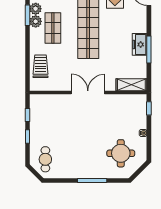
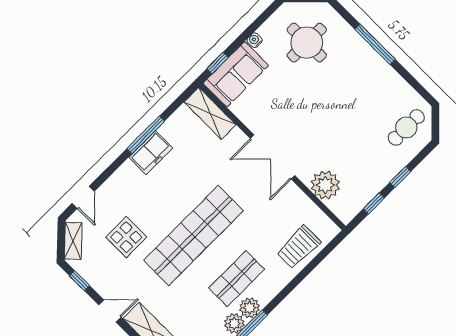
plant: (55, 103) -> (325, 185), added
sofa: (137, 111) -> (236, 74), added

